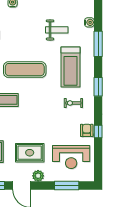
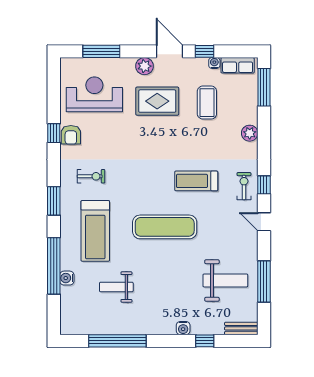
water cooler: (89, 22) -> (67, 278), moved
window: (98, 44) -> (54, 266), width x1.46
treadmill: (71, 67) -> (95, 231), turned 180

